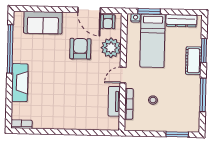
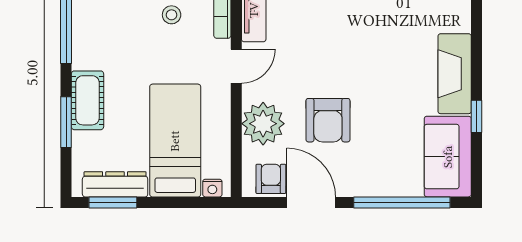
window: (46, 9) -> (402, 202), added
window: (149, 11) -> (113, 202), moved
sofa: (43, 23) -> (448, 157), moved, turned -90
window: (10, 49) -> (477, 116), width x0.32
fireplace: (20, 83) -> (455, 74), moved

